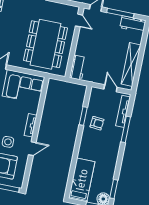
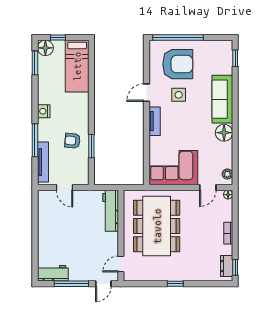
door: (79, 20) -> (121, 264), hinge flipped
shelving: (131, 64) -> (45, 222), removed
workbench: (78, 68) -> (111, 211), width x1.38
nightstand: (115, 150) -> (44, 111), added

